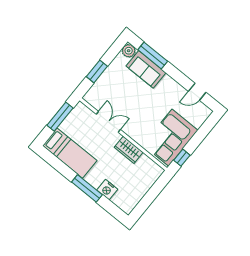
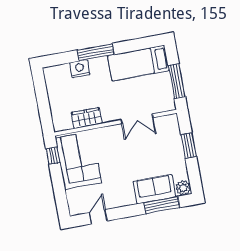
wardrobe: (129, 150) -> (87, 118), moved

